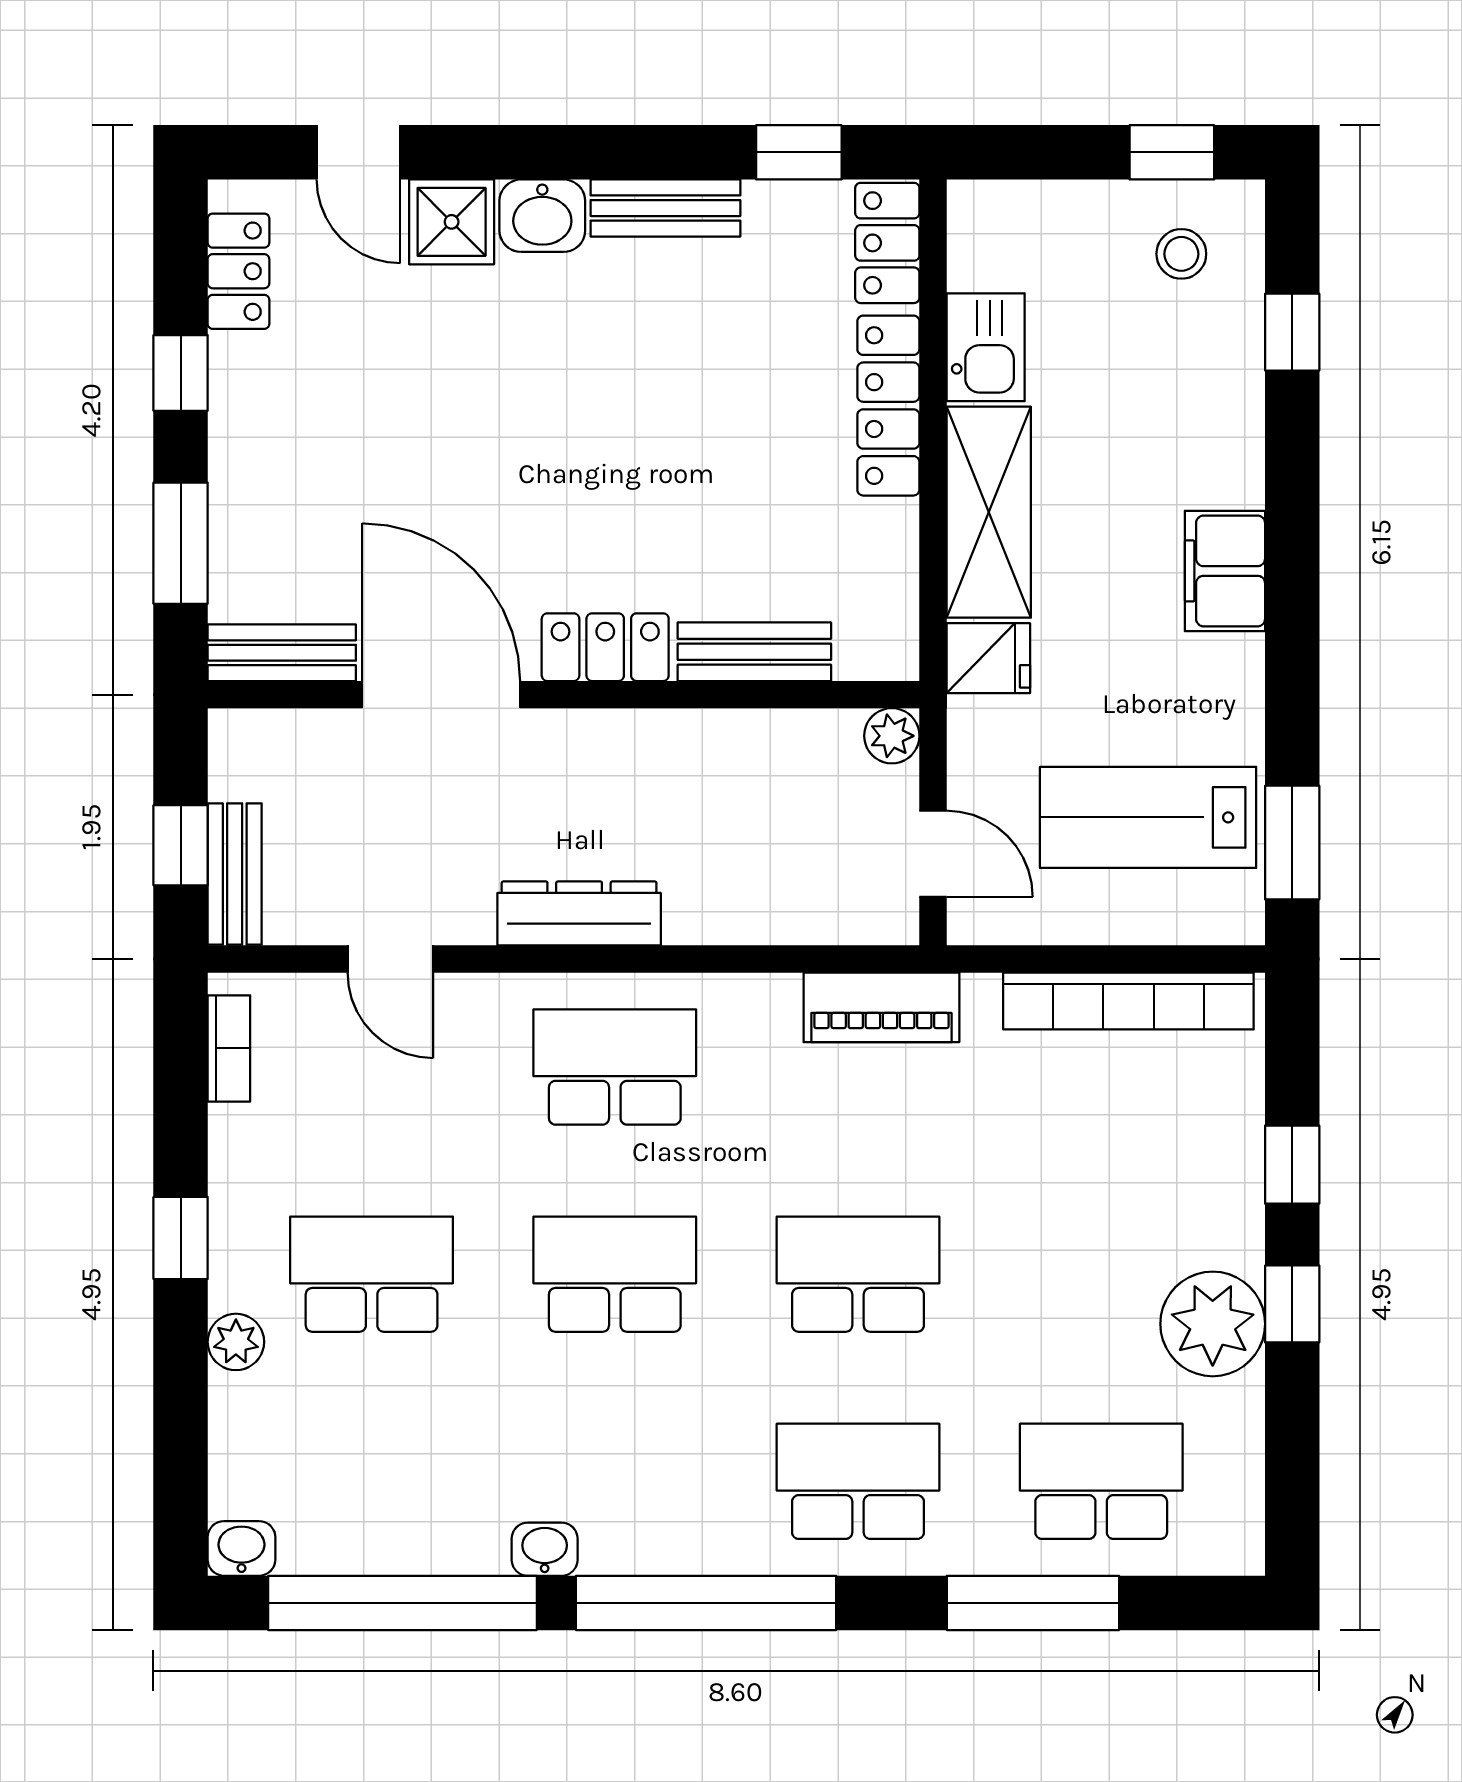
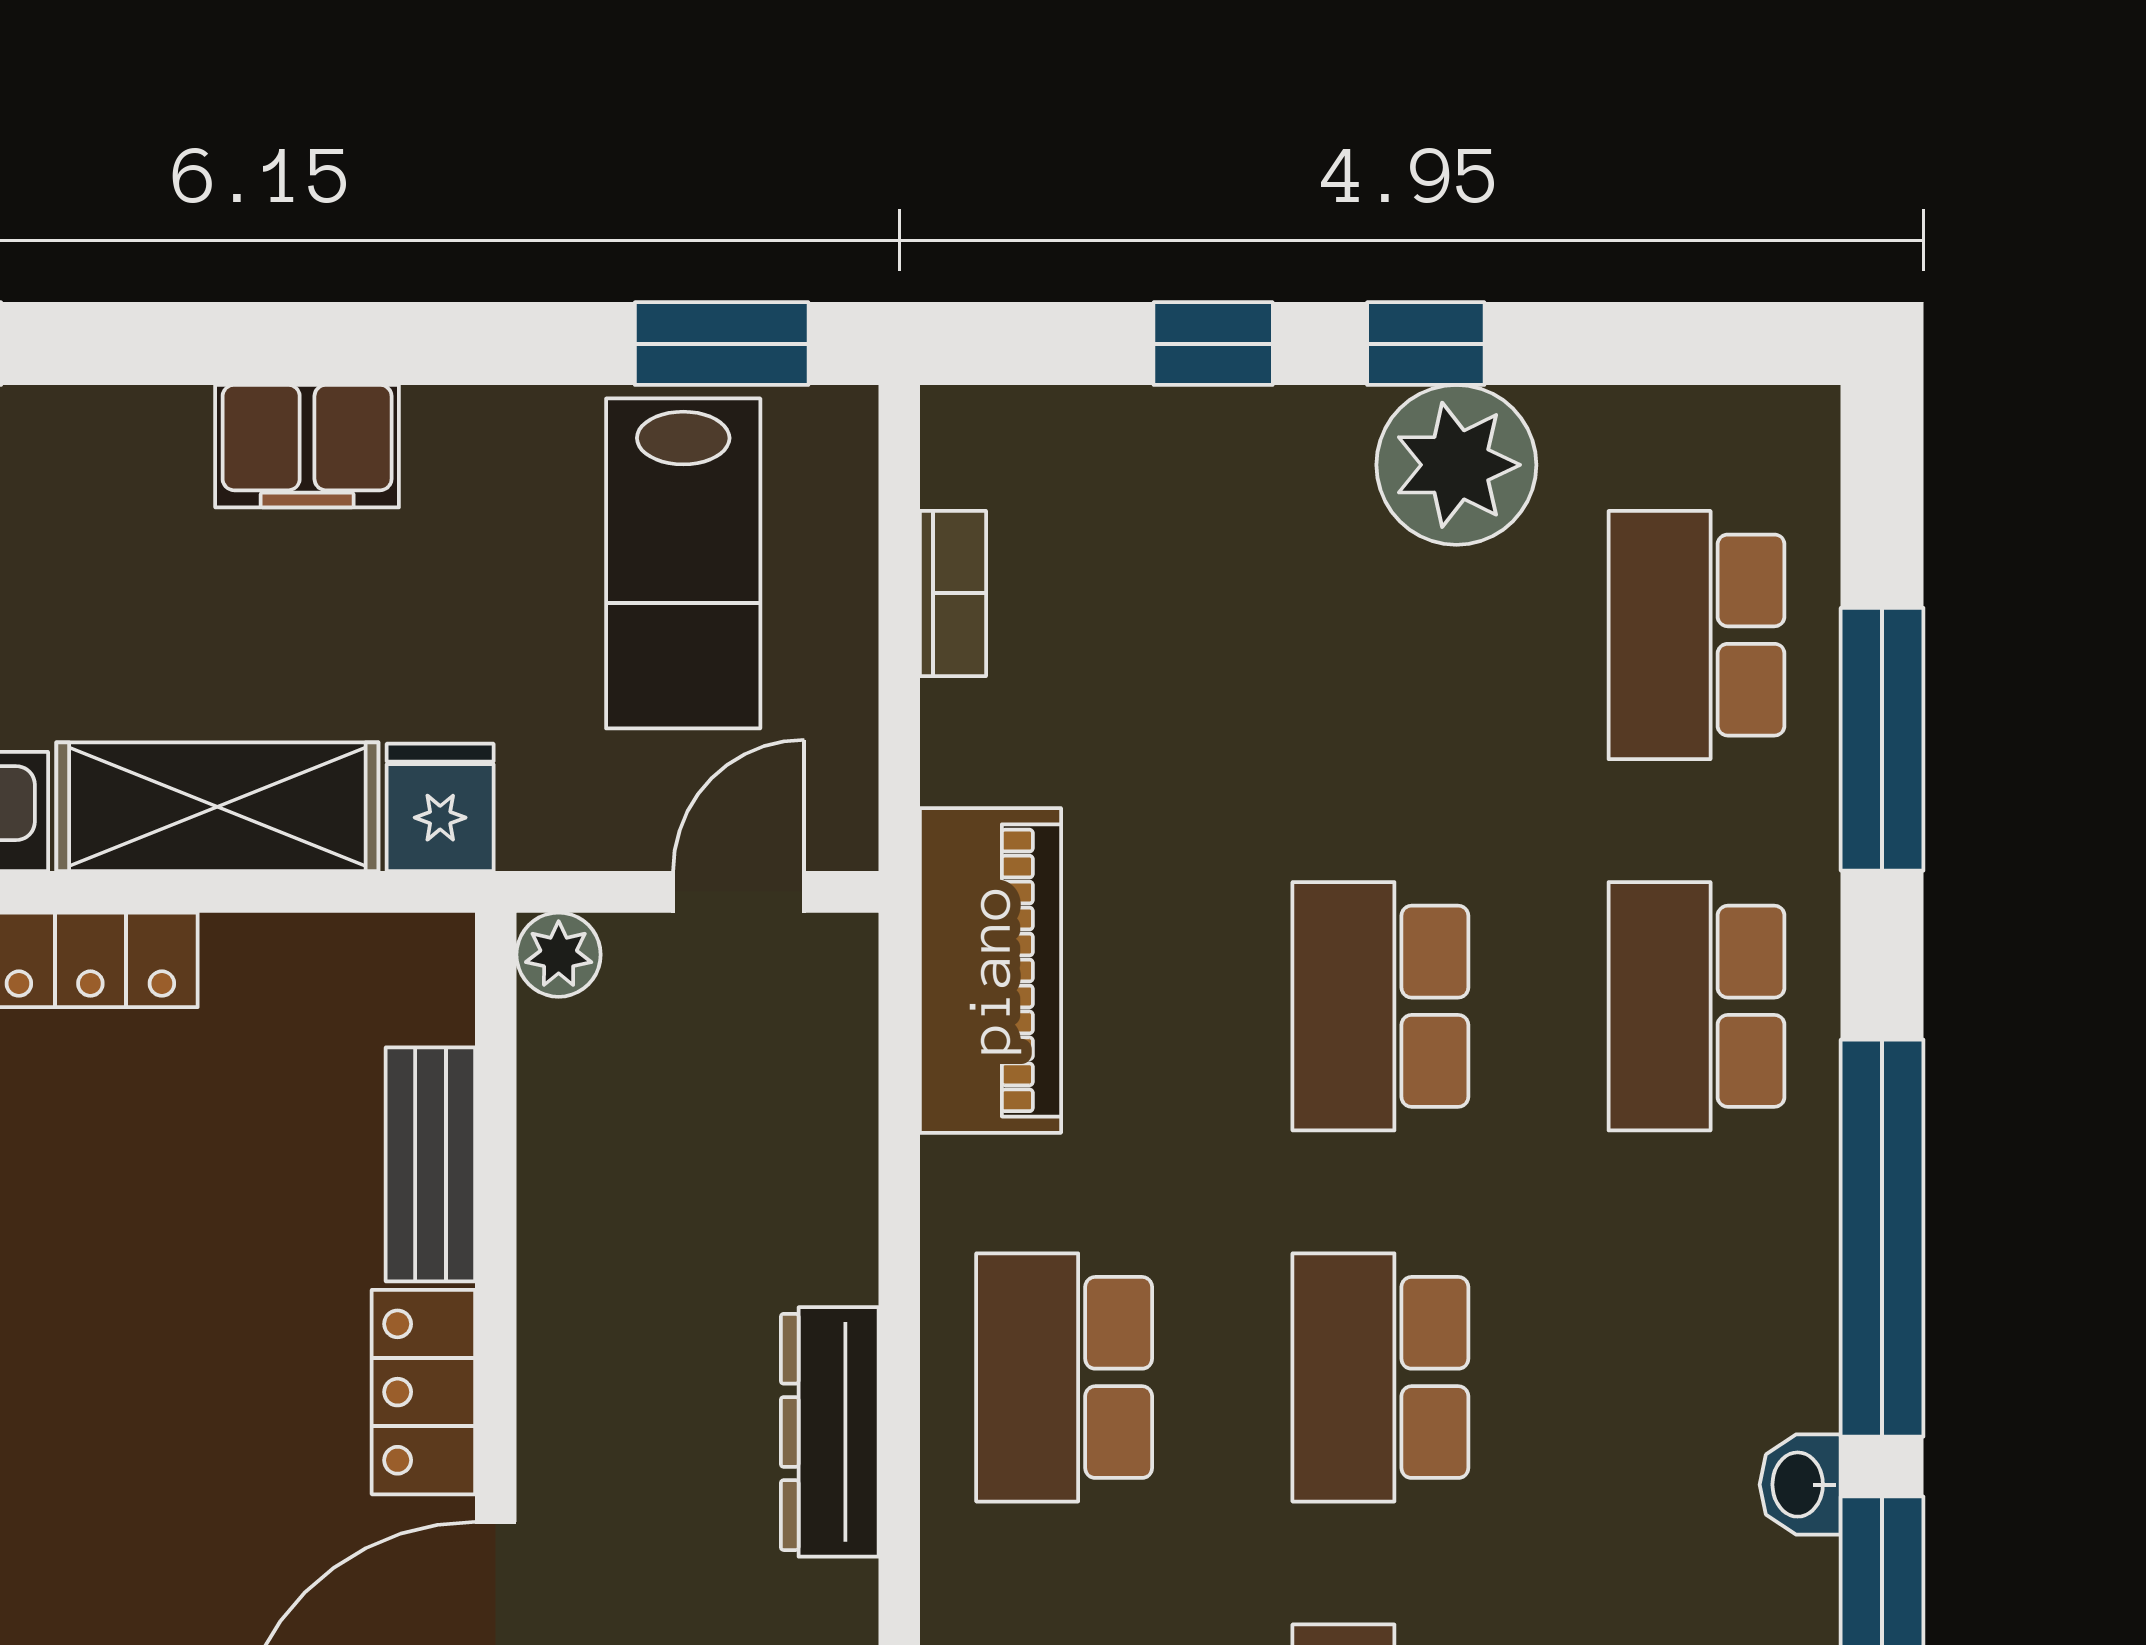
bookcase: (1128, 1001) -> (953, 593), width x0.43, depth x0.76
piano: (881, 1007) -> (990, 970), width x1.37, depth x1.33

